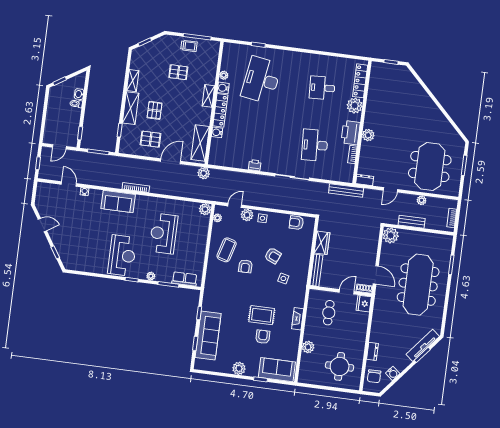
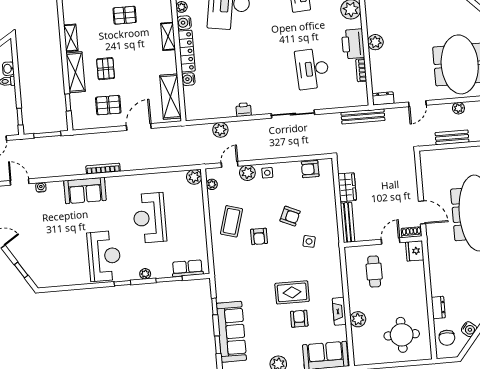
plant: (204, 173) -> (220, 130), moved
plant: (391, 235) -> (430, 160), removed
fireplace: (298, 319) -> (339, 311), moved

